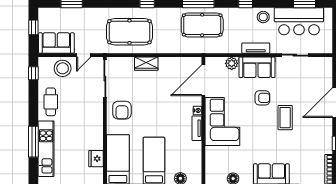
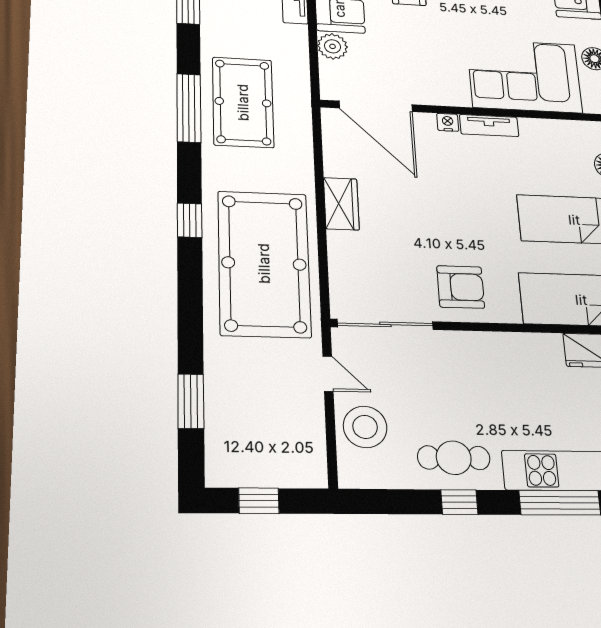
pool table: (129, 32) -> (264, 263), width x1.36, depth x1.32
sofa: (56, 43) -> (299, 442), removed
wardrobe: (146, 64) -> (341, 204), moved
window: (33, 73) -> (459, 502), moved
corner sofa: (222, 121) -> (524, 76), moved

